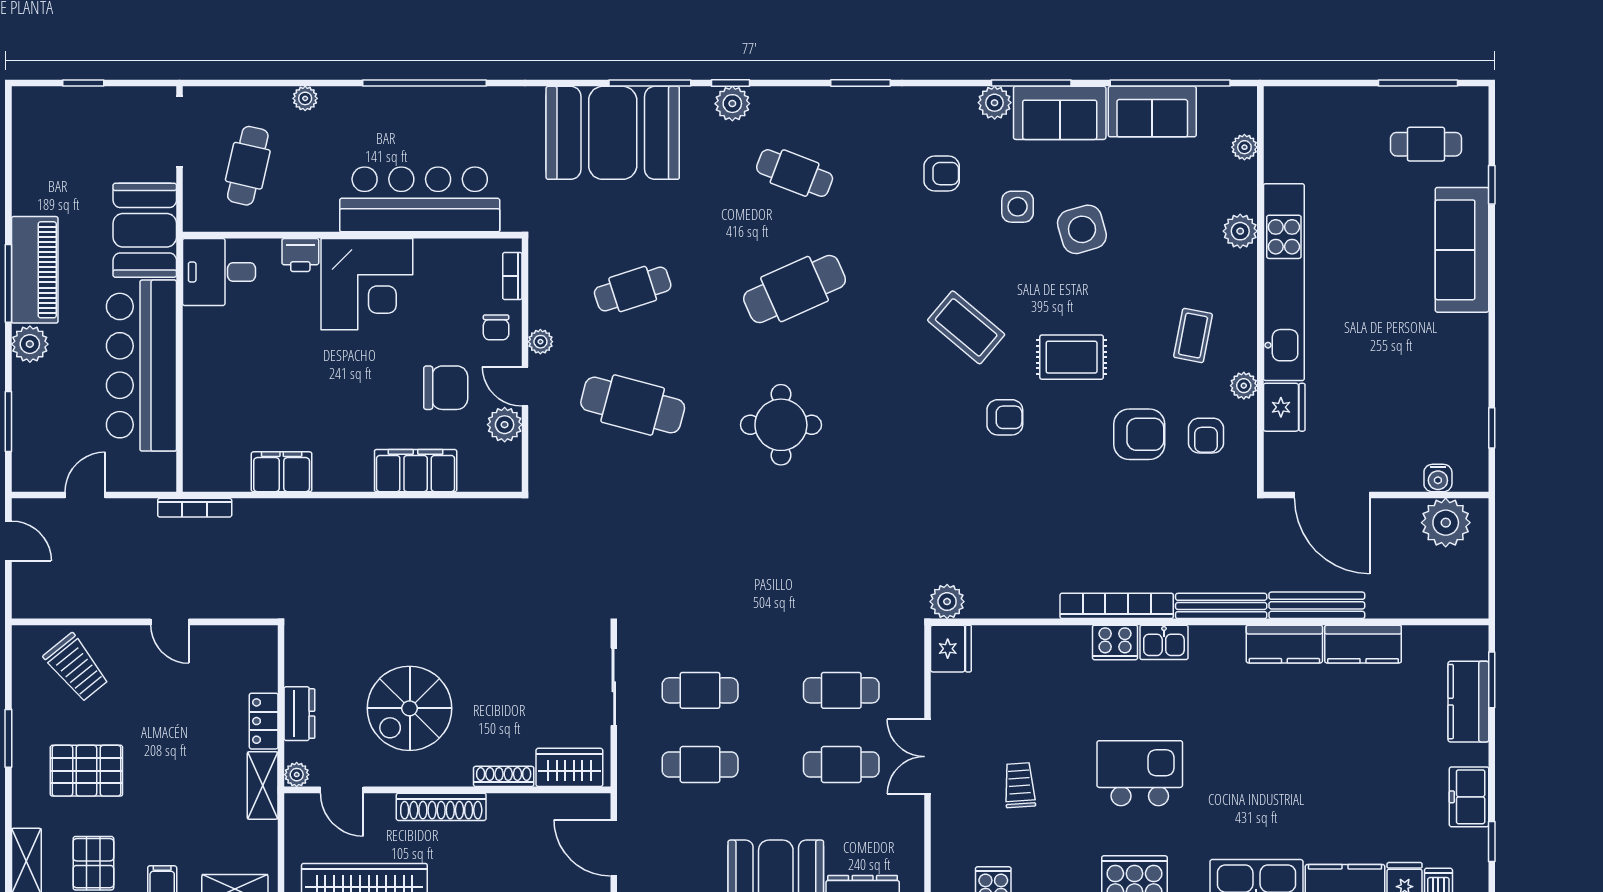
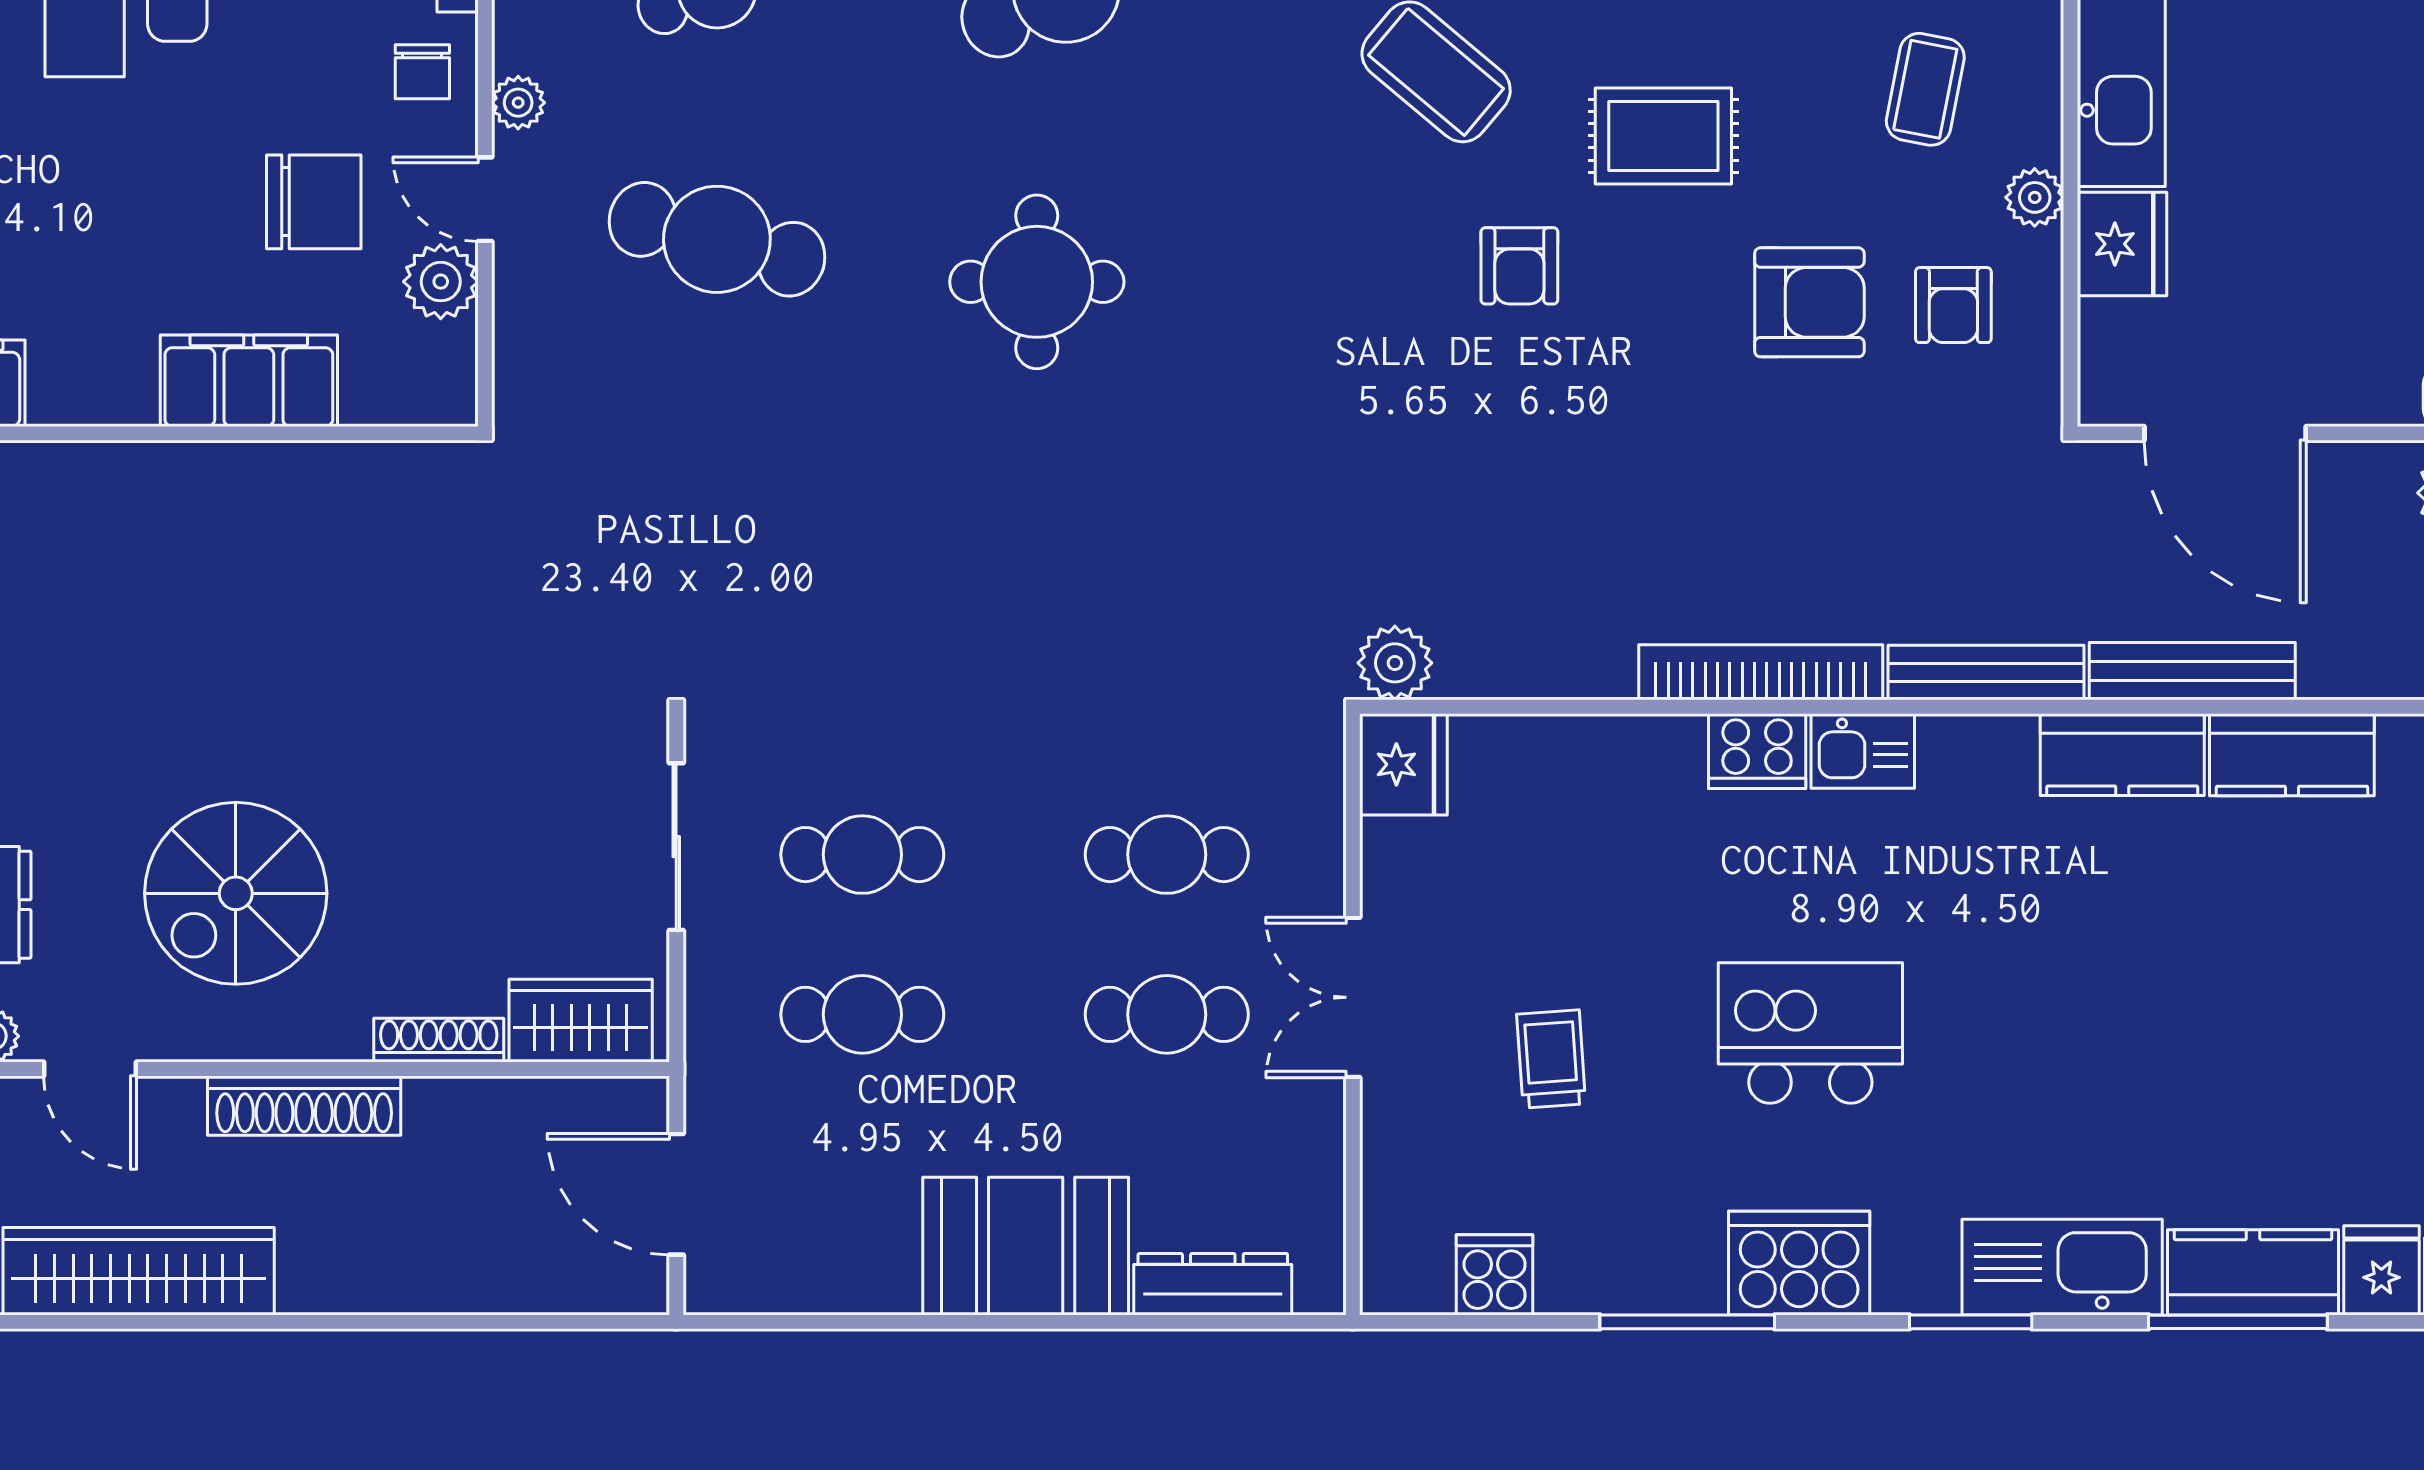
armchair: (1005, 417) -> (1519, 266), turned 90

